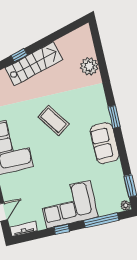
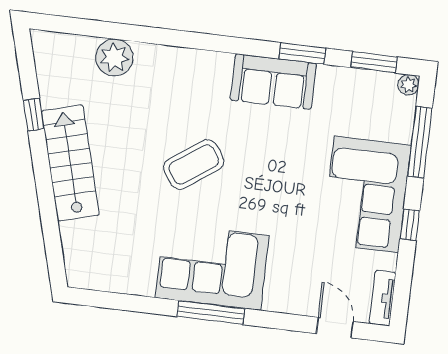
window: (19, 55) -> (34, 115), moved
window: (114, 117) -> (302, 54), moved

